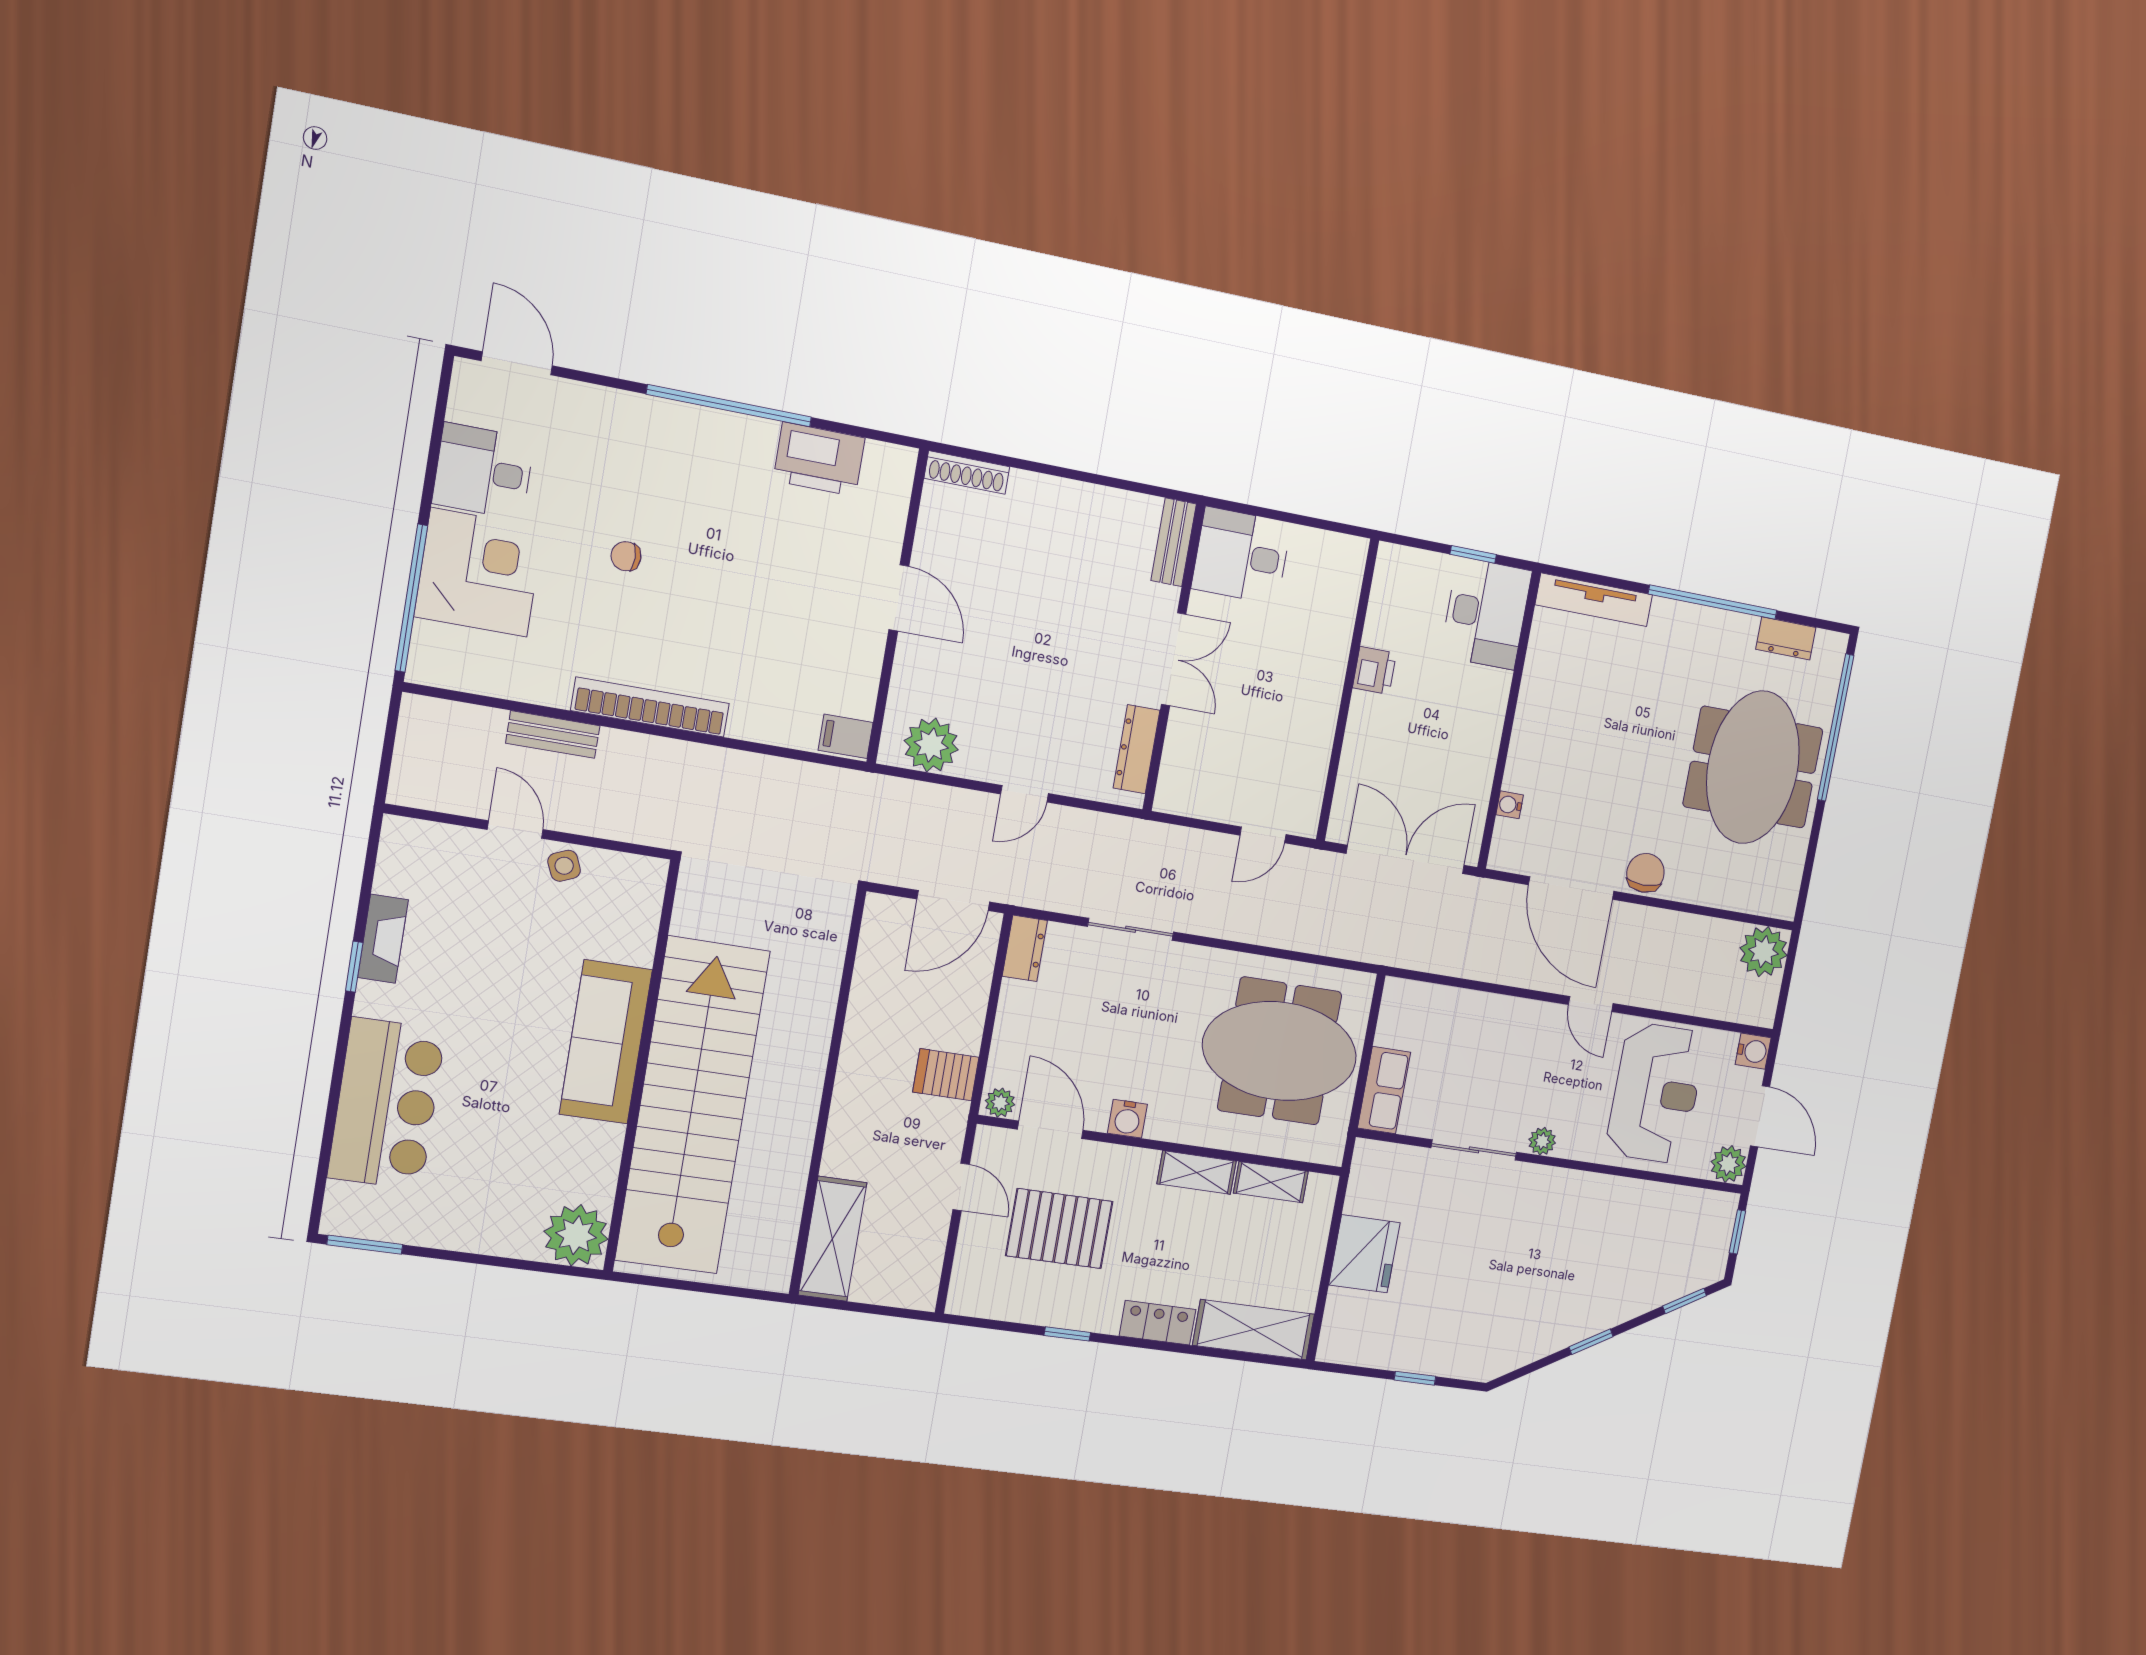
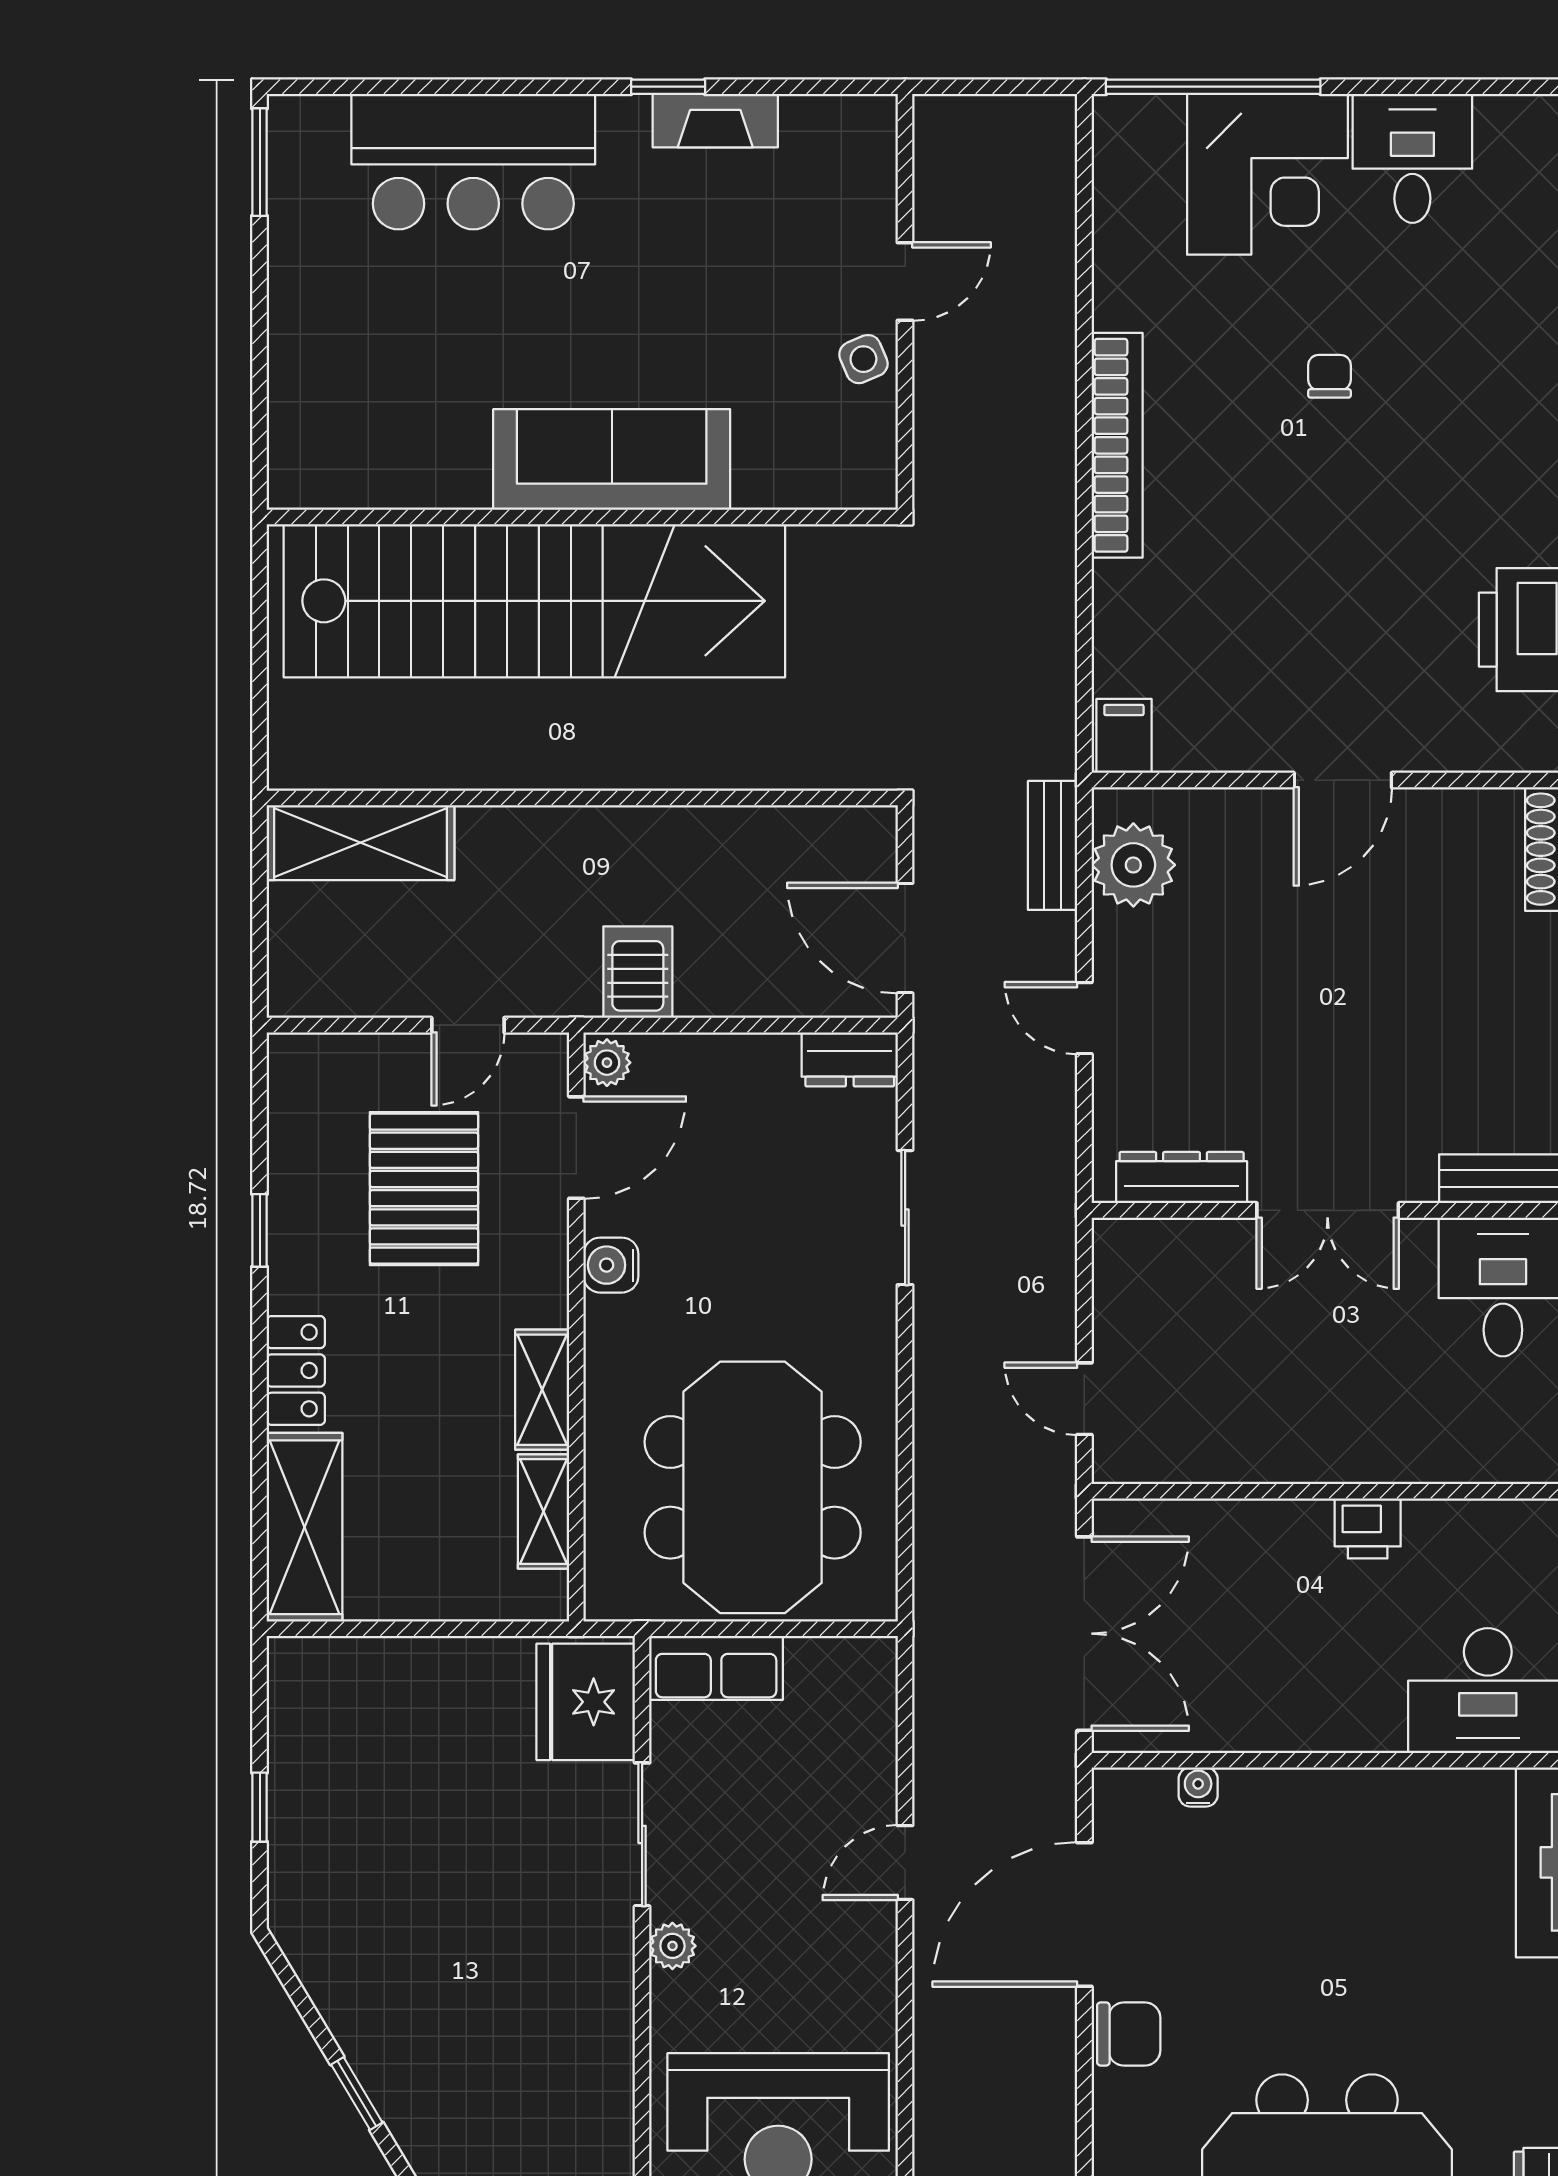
bench: (553, 735) -> (1053, 845), moved
door: (1591, 1004) -> (905, 1863), moved
plant: (576, 1235) -> (315, 462), removed
fridge: (1364, 1254) -> (586, 1702), moved, turned 90

